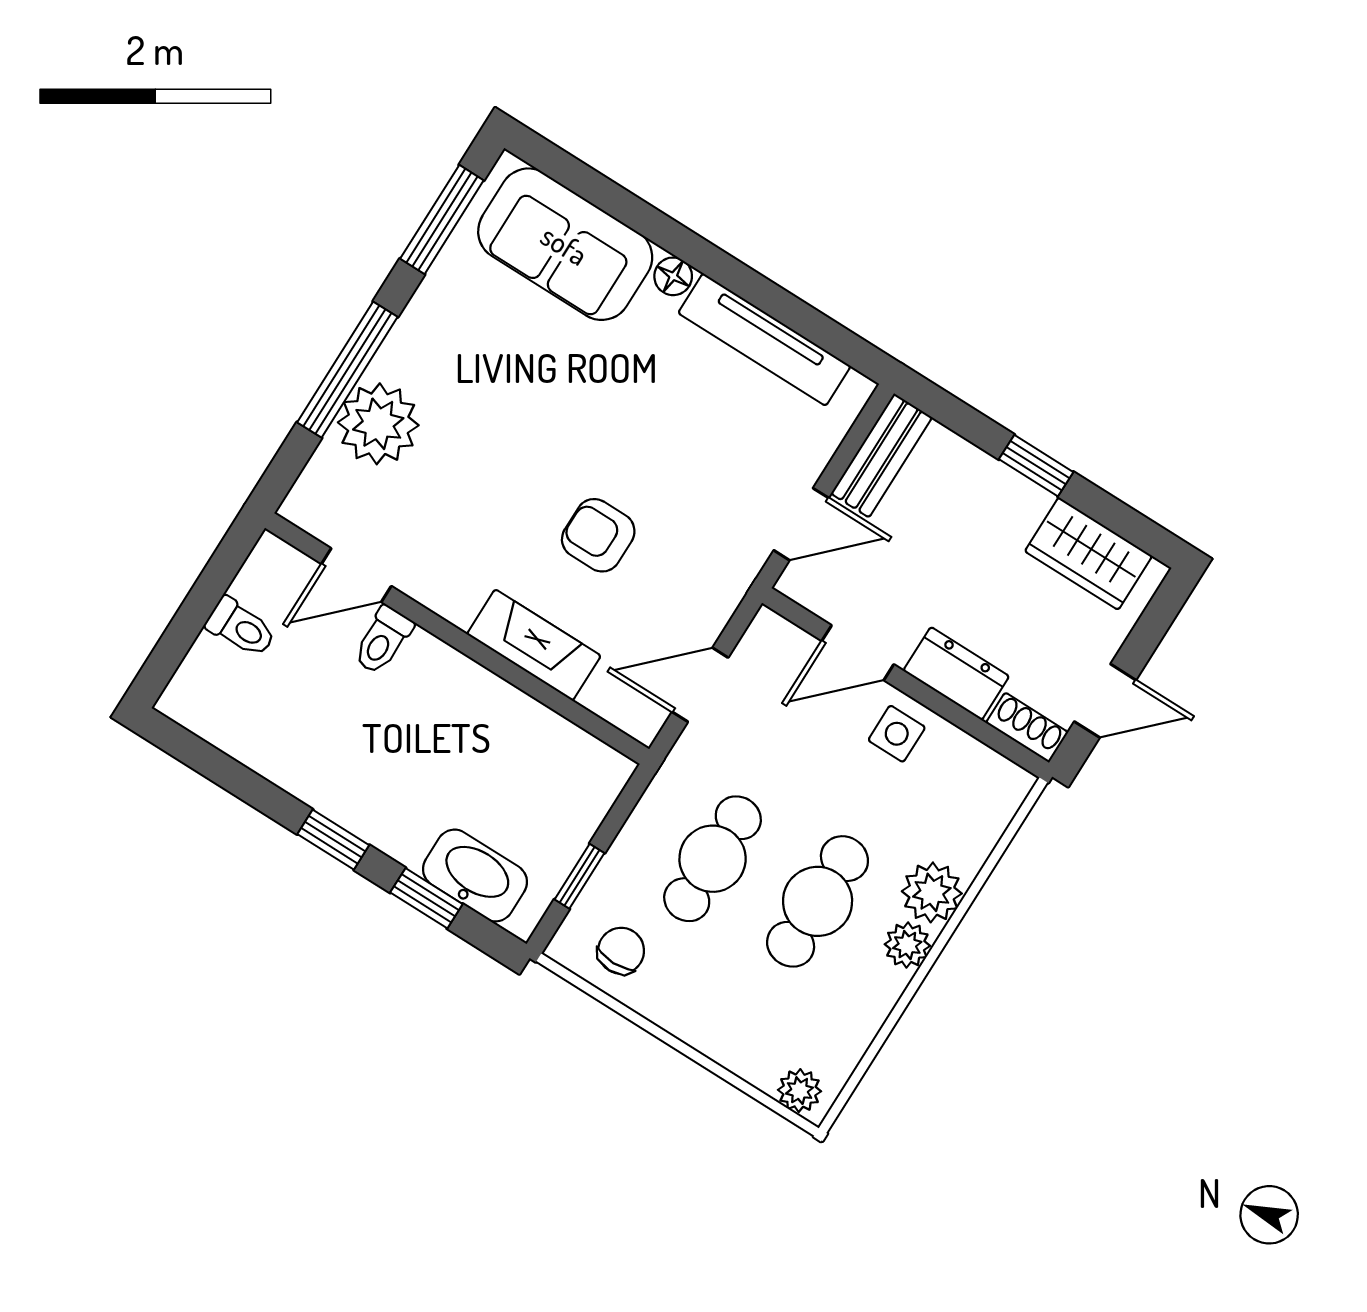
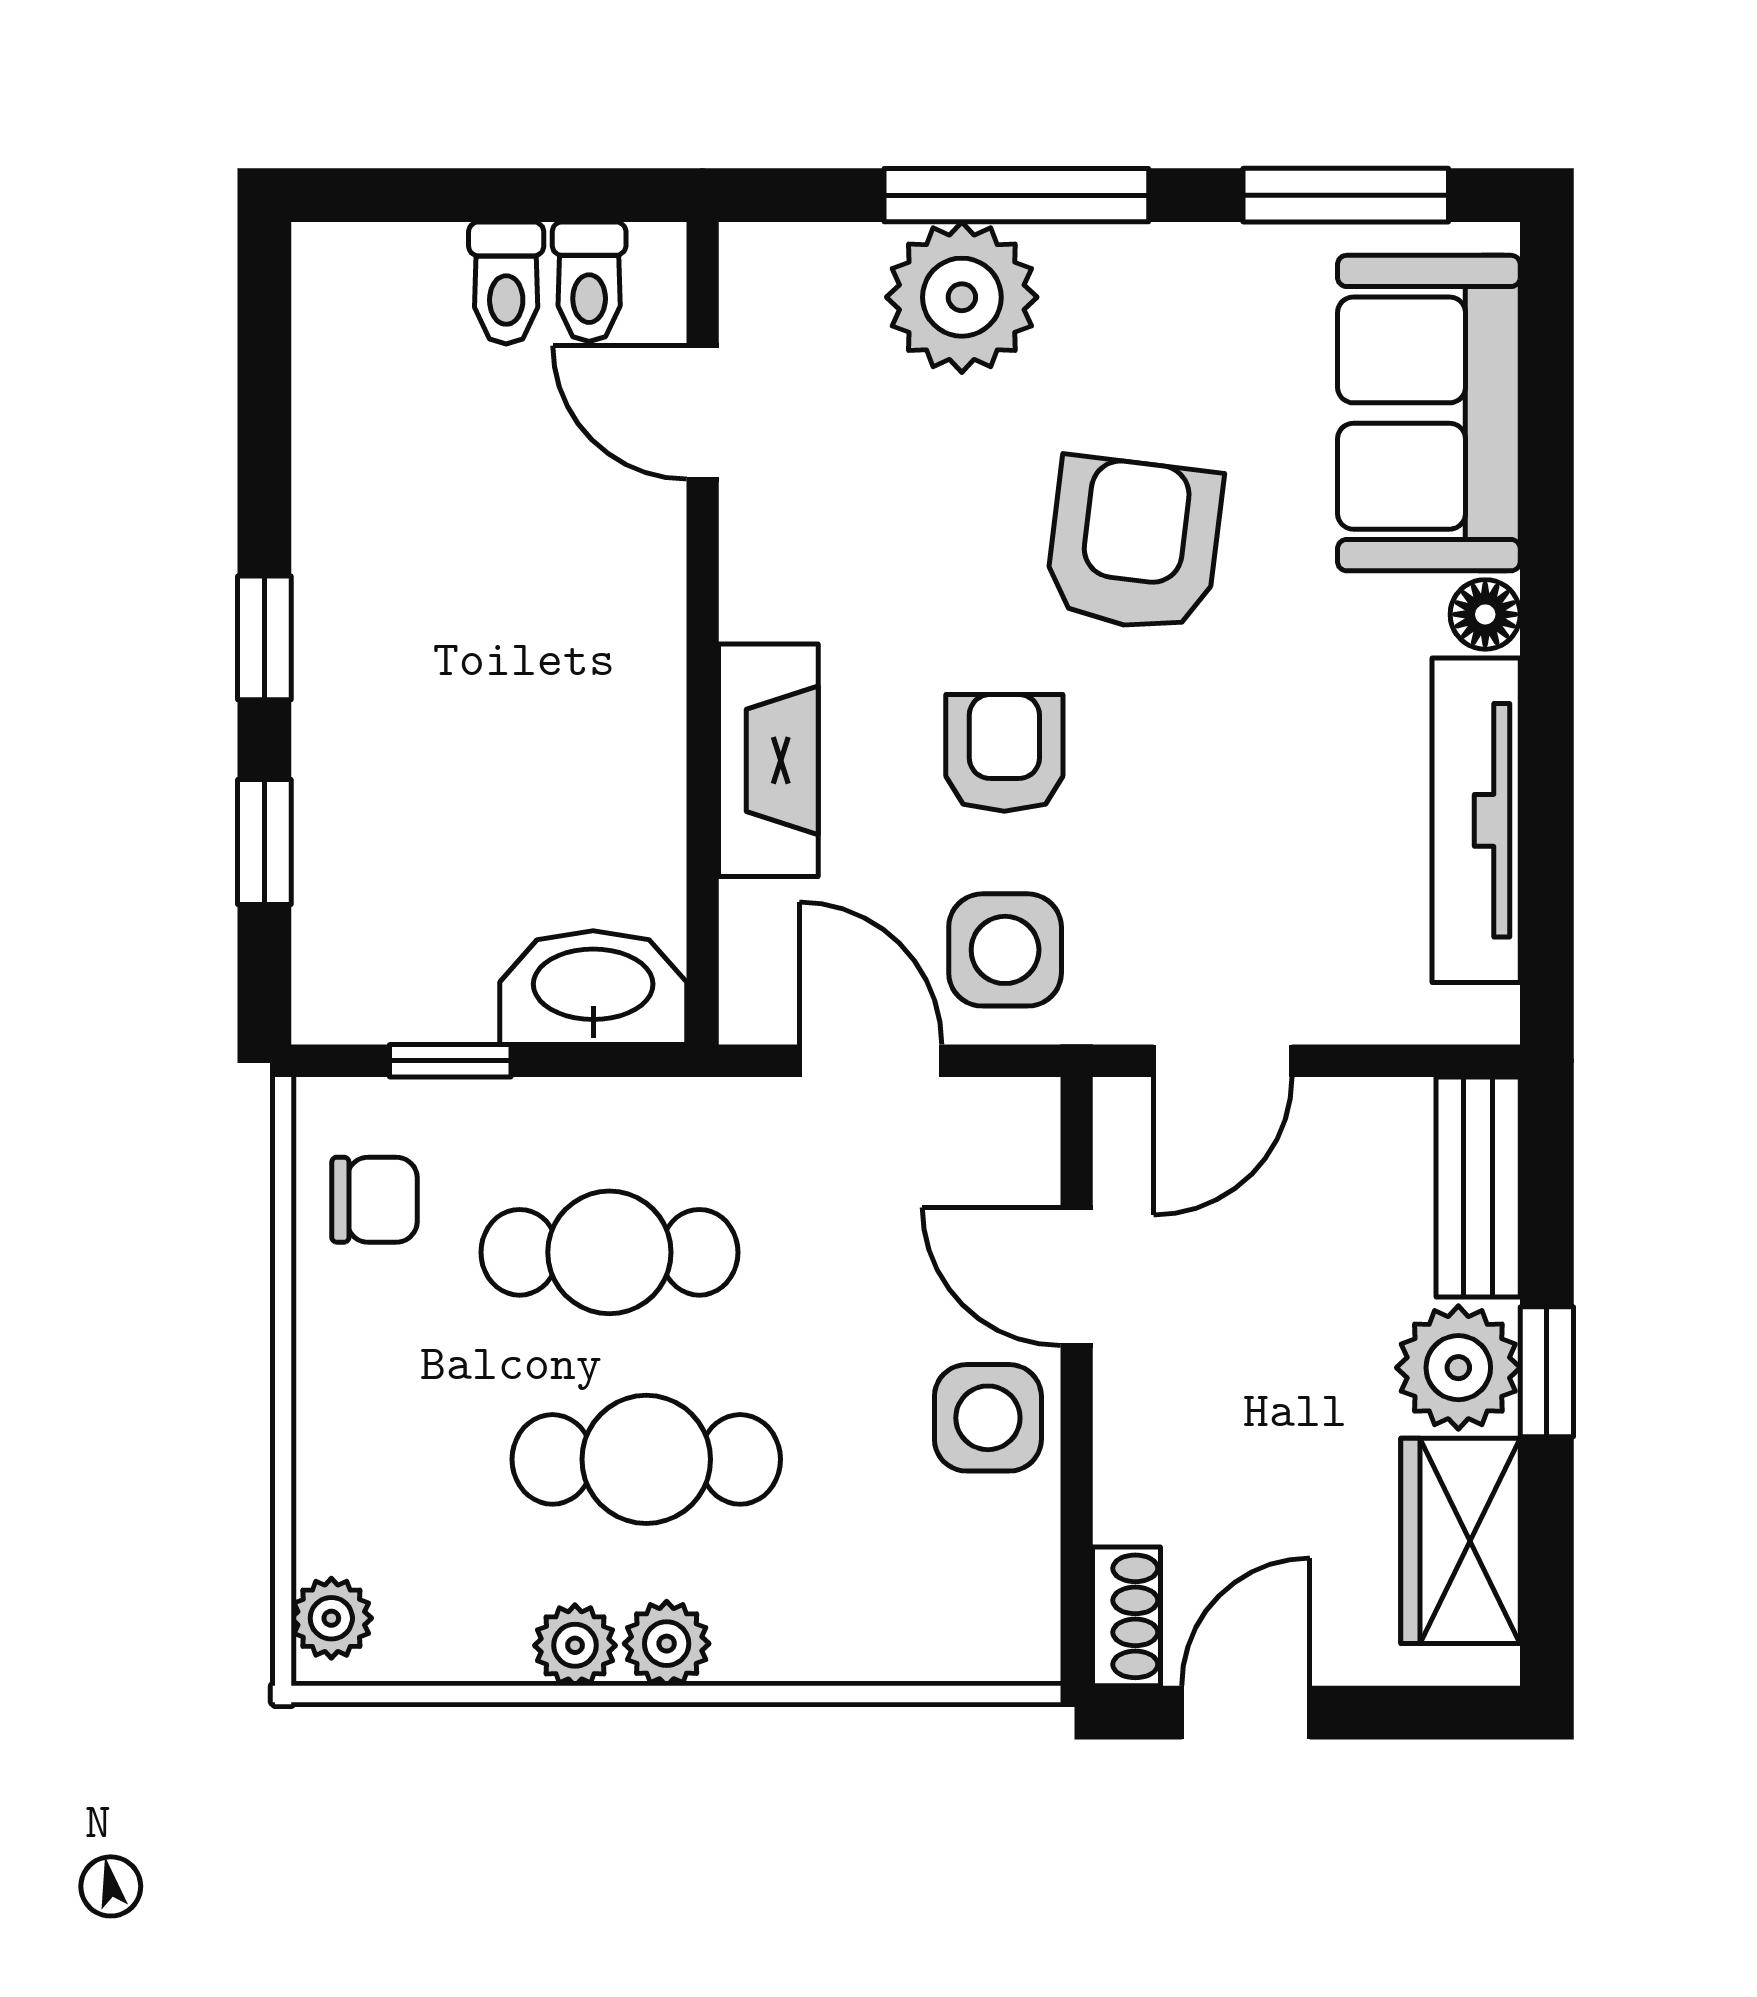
armchair: (540, 416) -> (1134, 544), added
bench: (882, 455) -> (1478, 1187), moved, turned 90
plant: (1009, 505) -> (1458, 1368), added
door: (801, 524) -> (1223, 1061), hinge flipped
side table: (688, 592) -> (1005, 950), added
toilet: (383, 640) -> (589, 282), moved, turned -90
dresser: (956, 674) -> (1141, 1452), removed
door: (1105, 701) -> (1246, 1713), swing flipped
side table: (897, 734) -> (988, 1418), width x1.37, depth x1.37
washbasin: (475, 876) -> (593, 988), moved, turned -90
plant: (932, 892) -> (575, 1645), moved, width x0.73, depth x0.73

